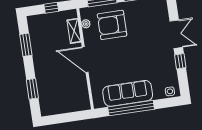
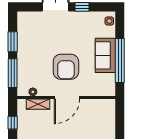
armchair: (112, 25) -> (66, 67), moved
sofa: (128, 93) -> (105, 55), width x0.73

